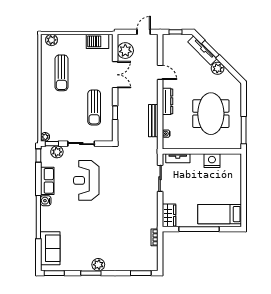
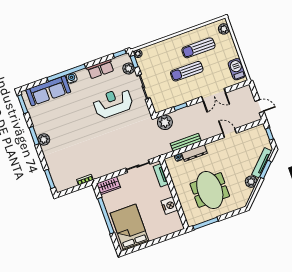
plant: (125, 51) -> (165, 122), moved
door: (160, 72) -> (230, 133), swing flipped
dresser: (168, 101) -> (194, 153), moved
sun lounger: (94, 108) -> (187, 71), moved
meeting table: (211, 114) -> (210, 190), turned 90
water cooler: (46, 201) -> (72, 78), moved
bed: (220, 214) -> (130, 227), width x1.50
sofa: (50, 248) -> (48, 91), width x1.36

